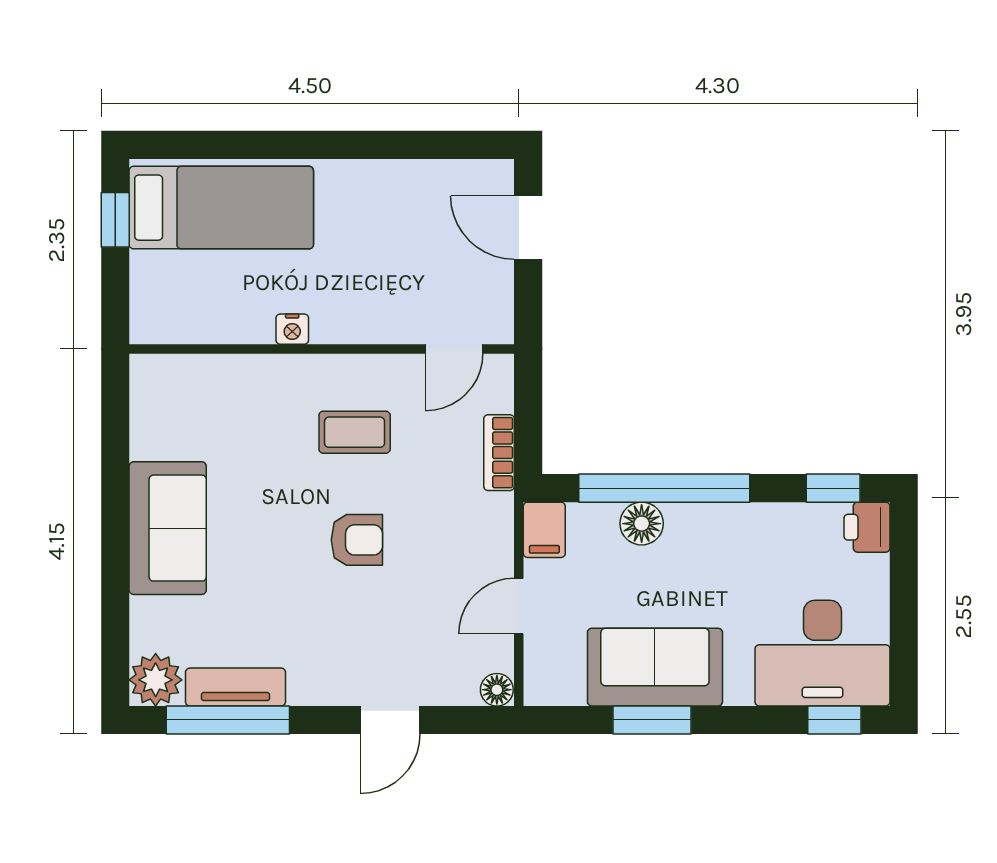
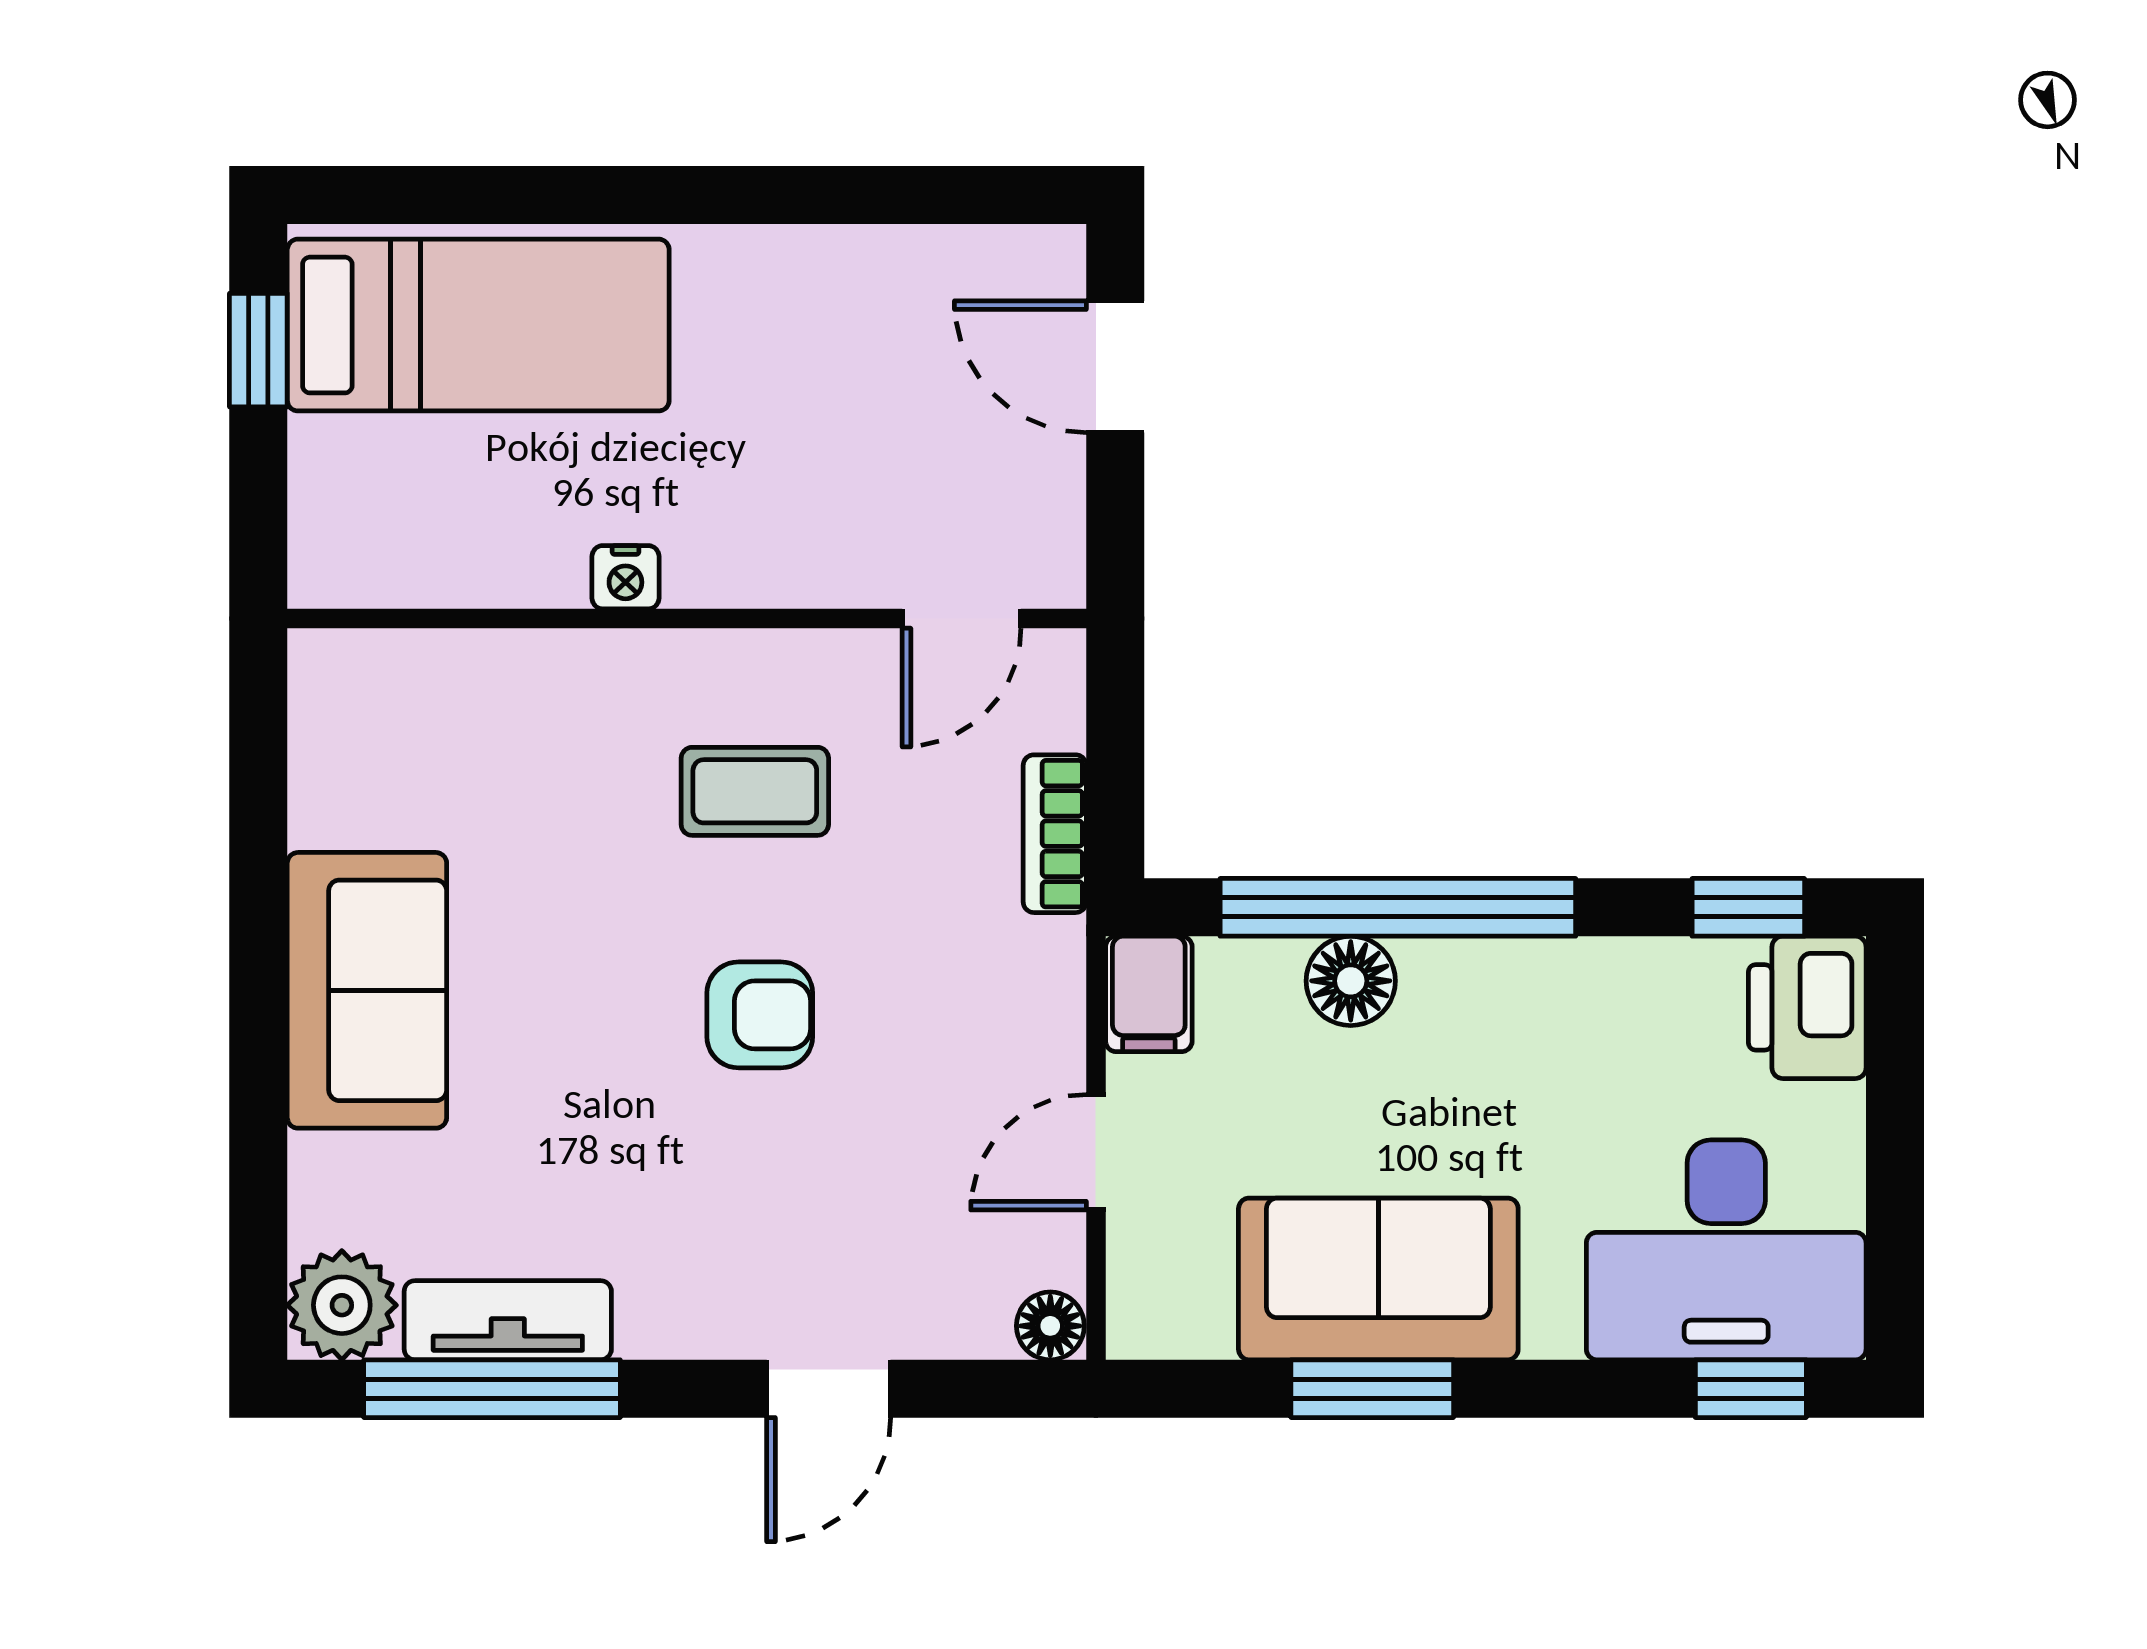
printer: (867, 527) -> (1807, 1007), width x1.36, depth x1.24

